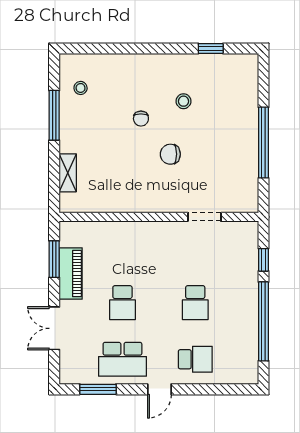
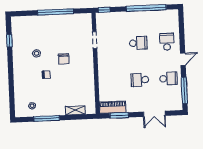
window: (264, 260) -> (104, 10), moved
piano: (71, 274) -> (113, 107), moved
school desk: (122, 303) -> (140, 80), turned 180
school desk: (122, 359) -> (168, 79), width x0.54
window: (98, 389) -> (184, 90), width x1.44
door: (159, 389) -> (183, 59), hinge flipped

